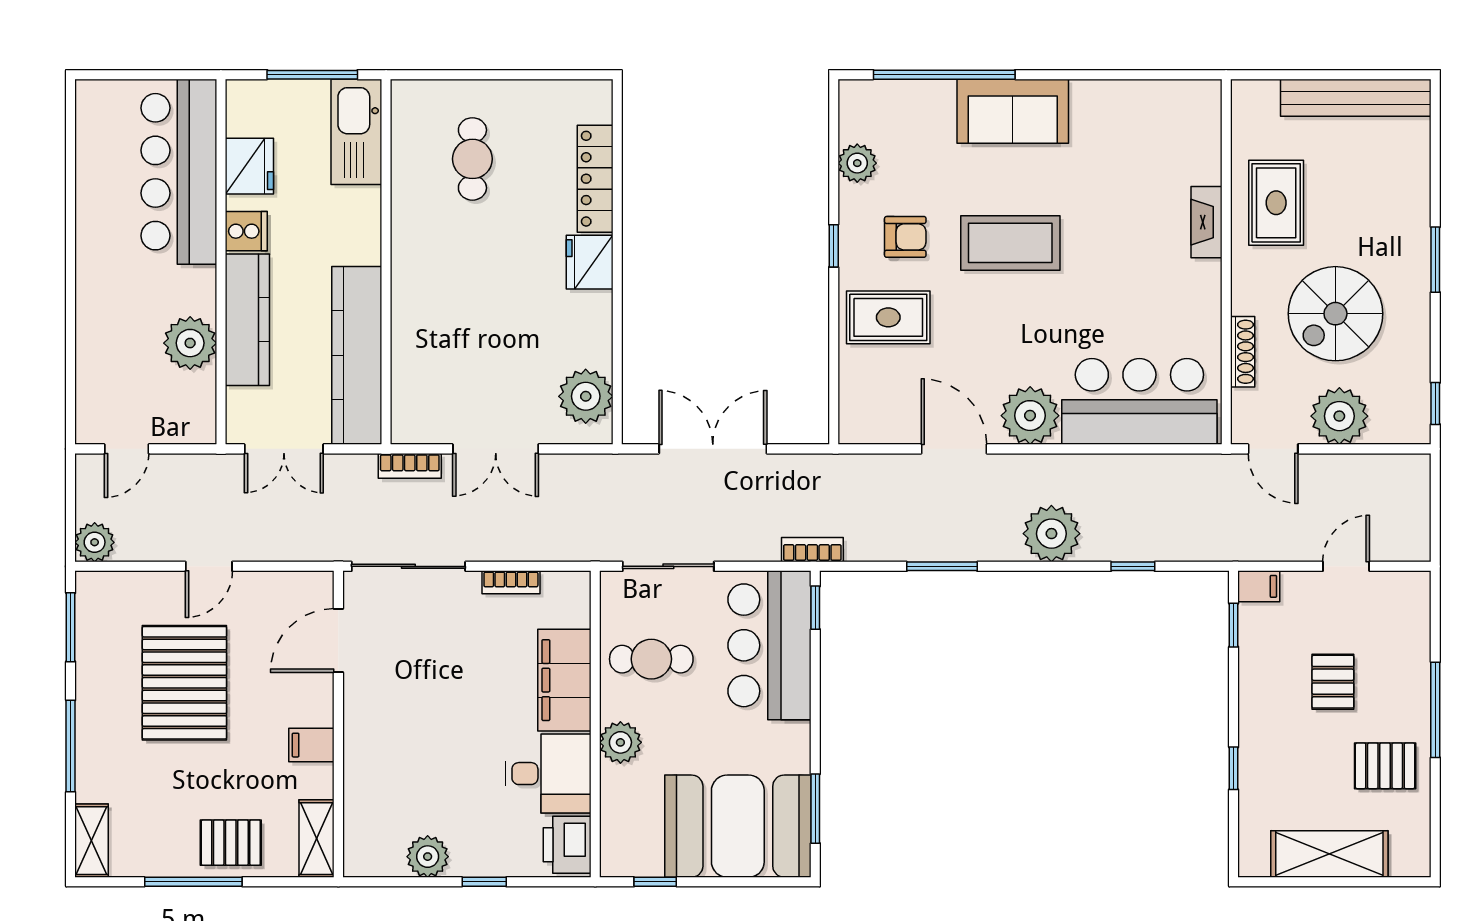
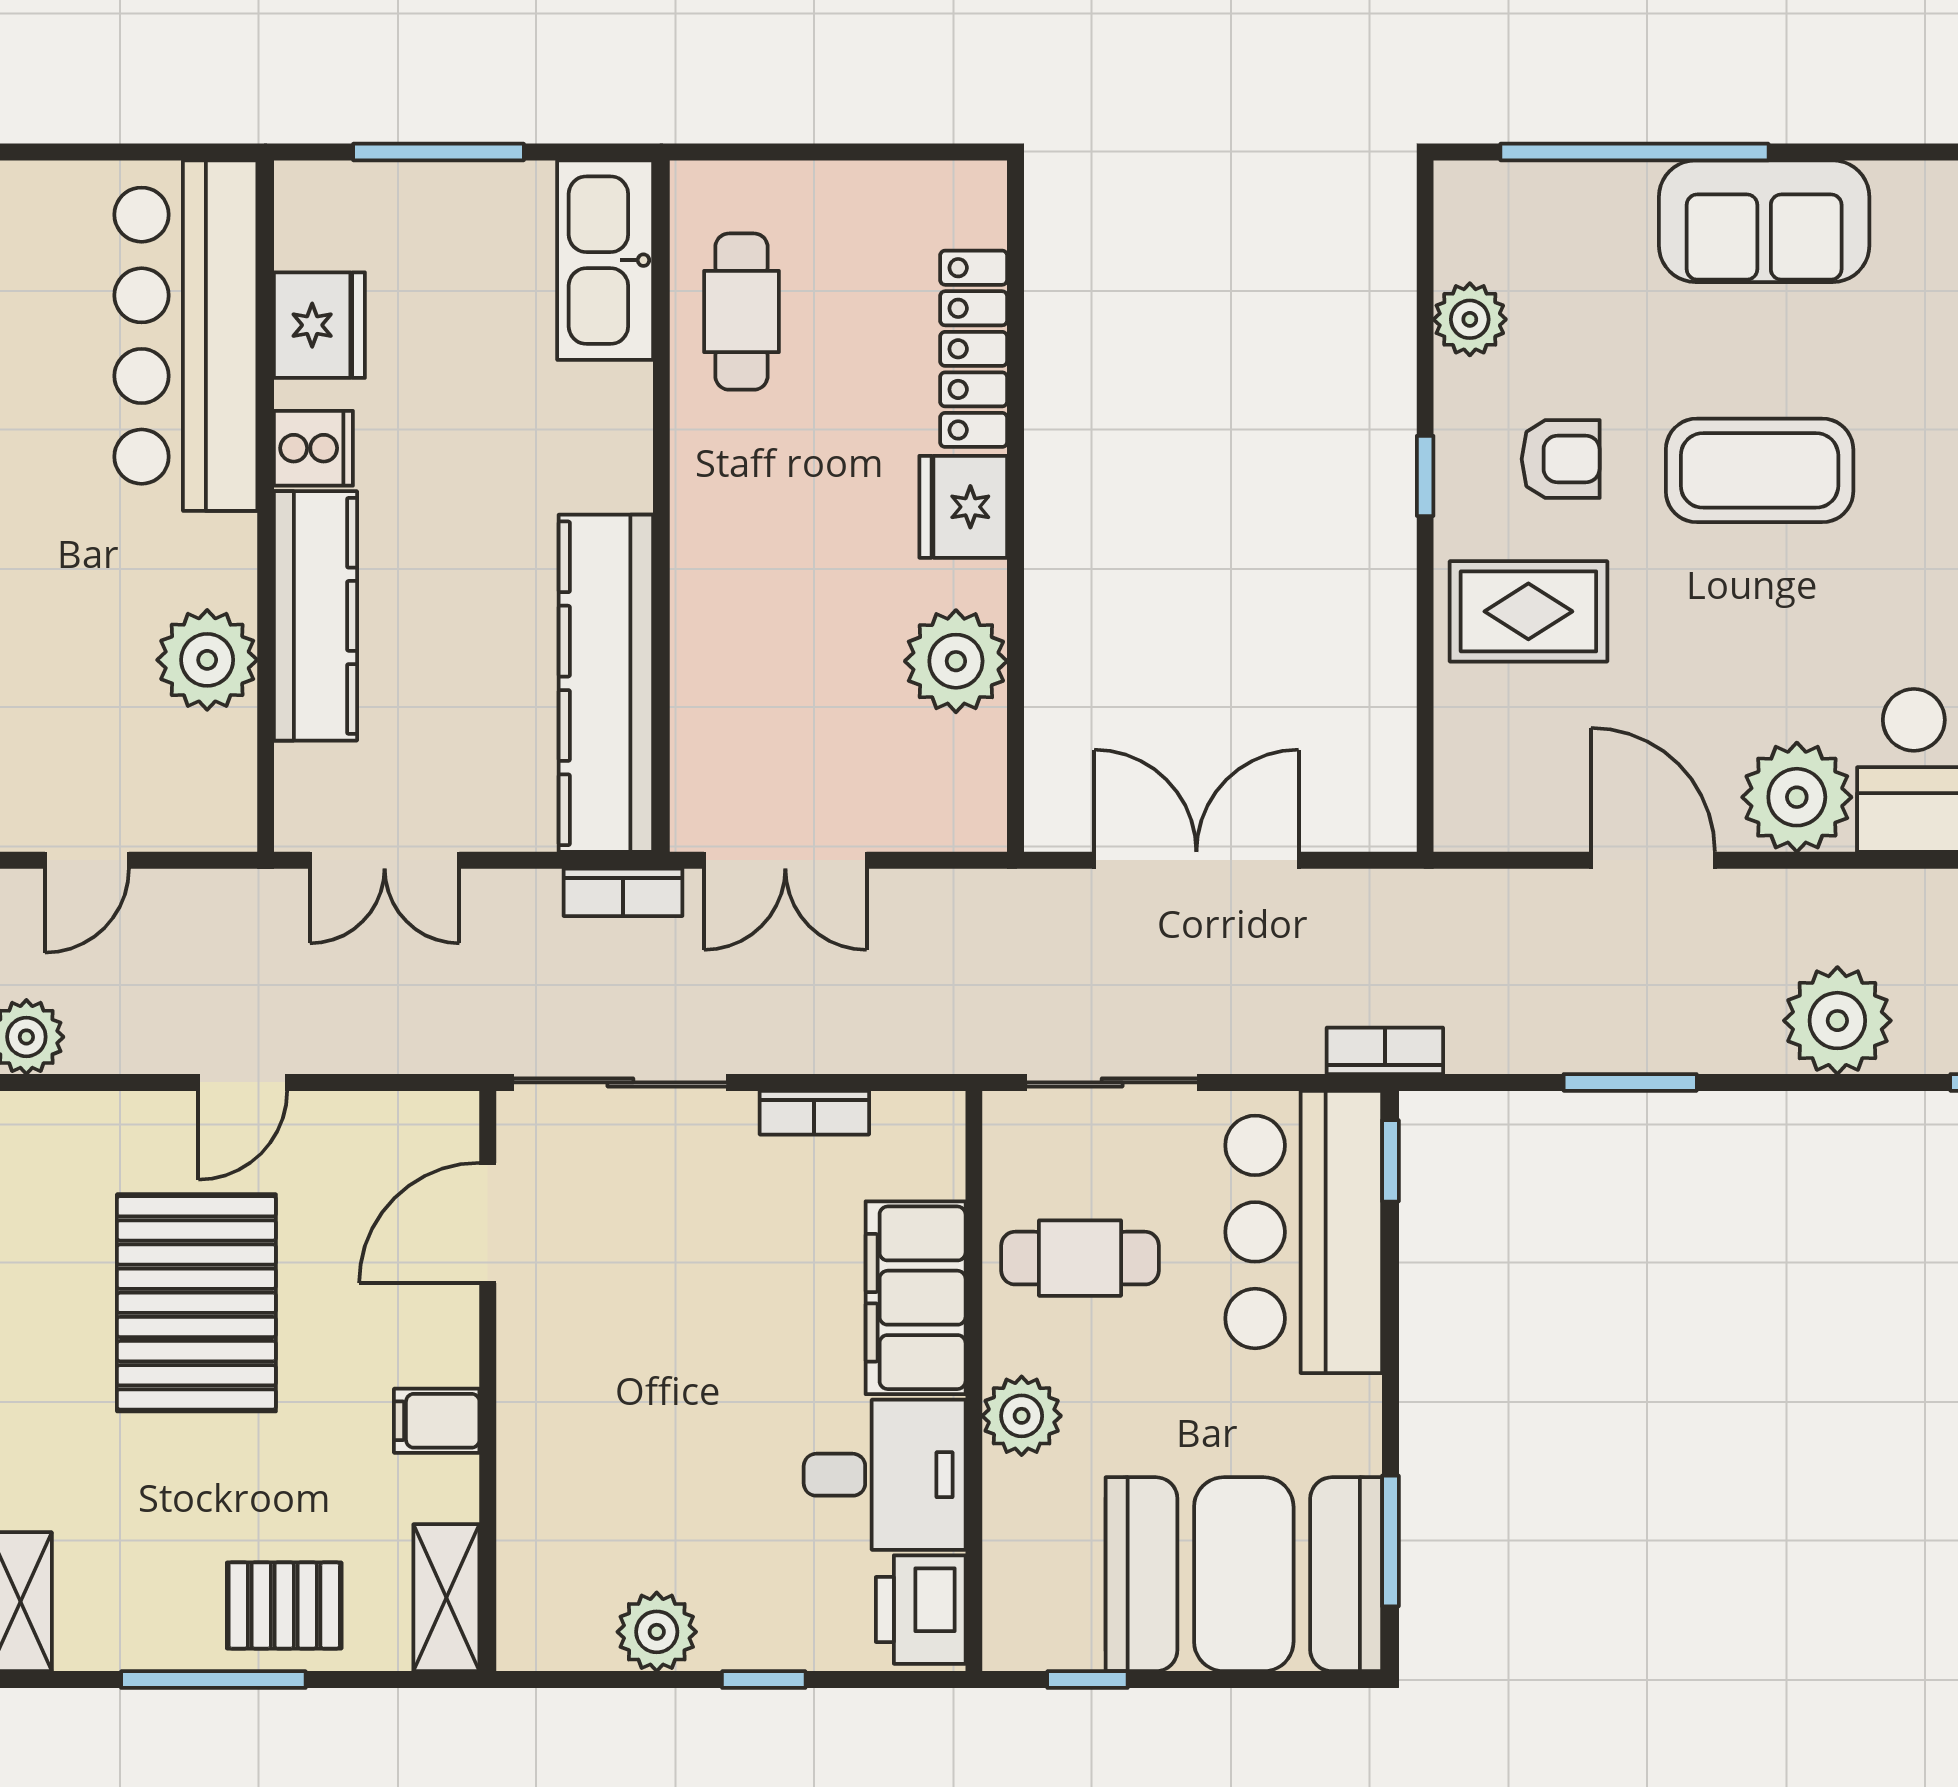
kitchen sink: (356, 132) -> (605, 260), moved
wall: (386, 262) -> (661, 506), moved
kitchen counter: (357, 355) -> (606, 683), moved
plant: (586, 396) -> (956, 661), moved

